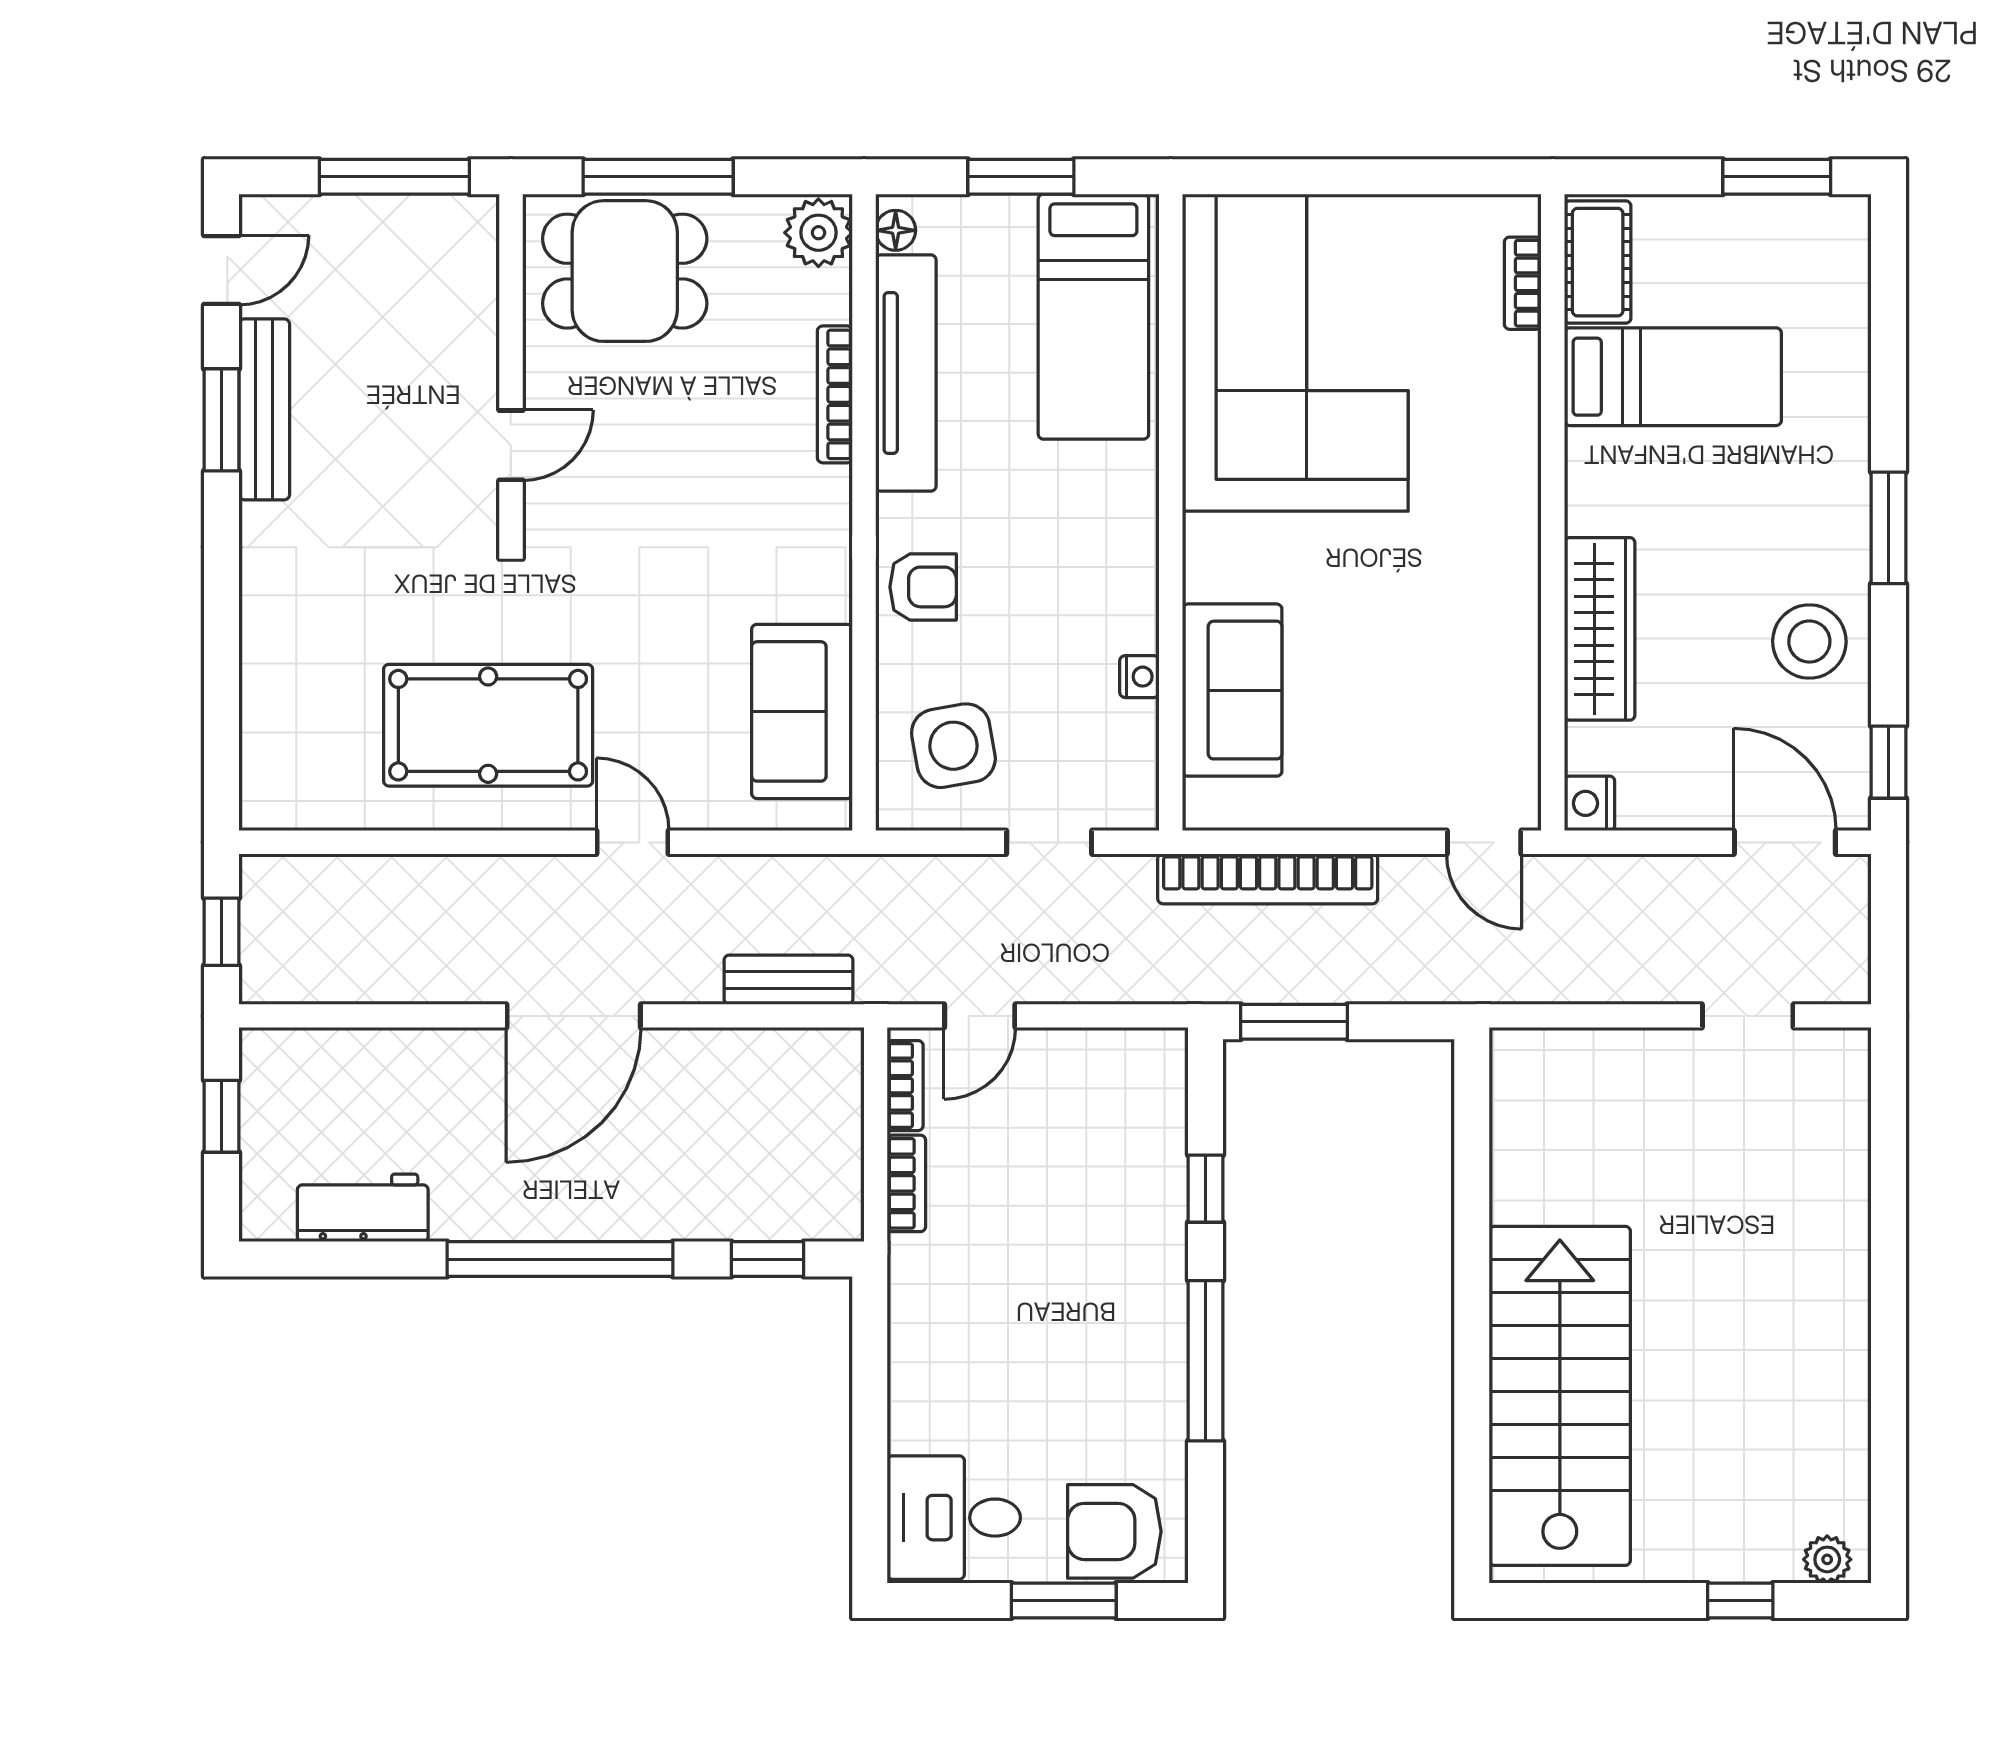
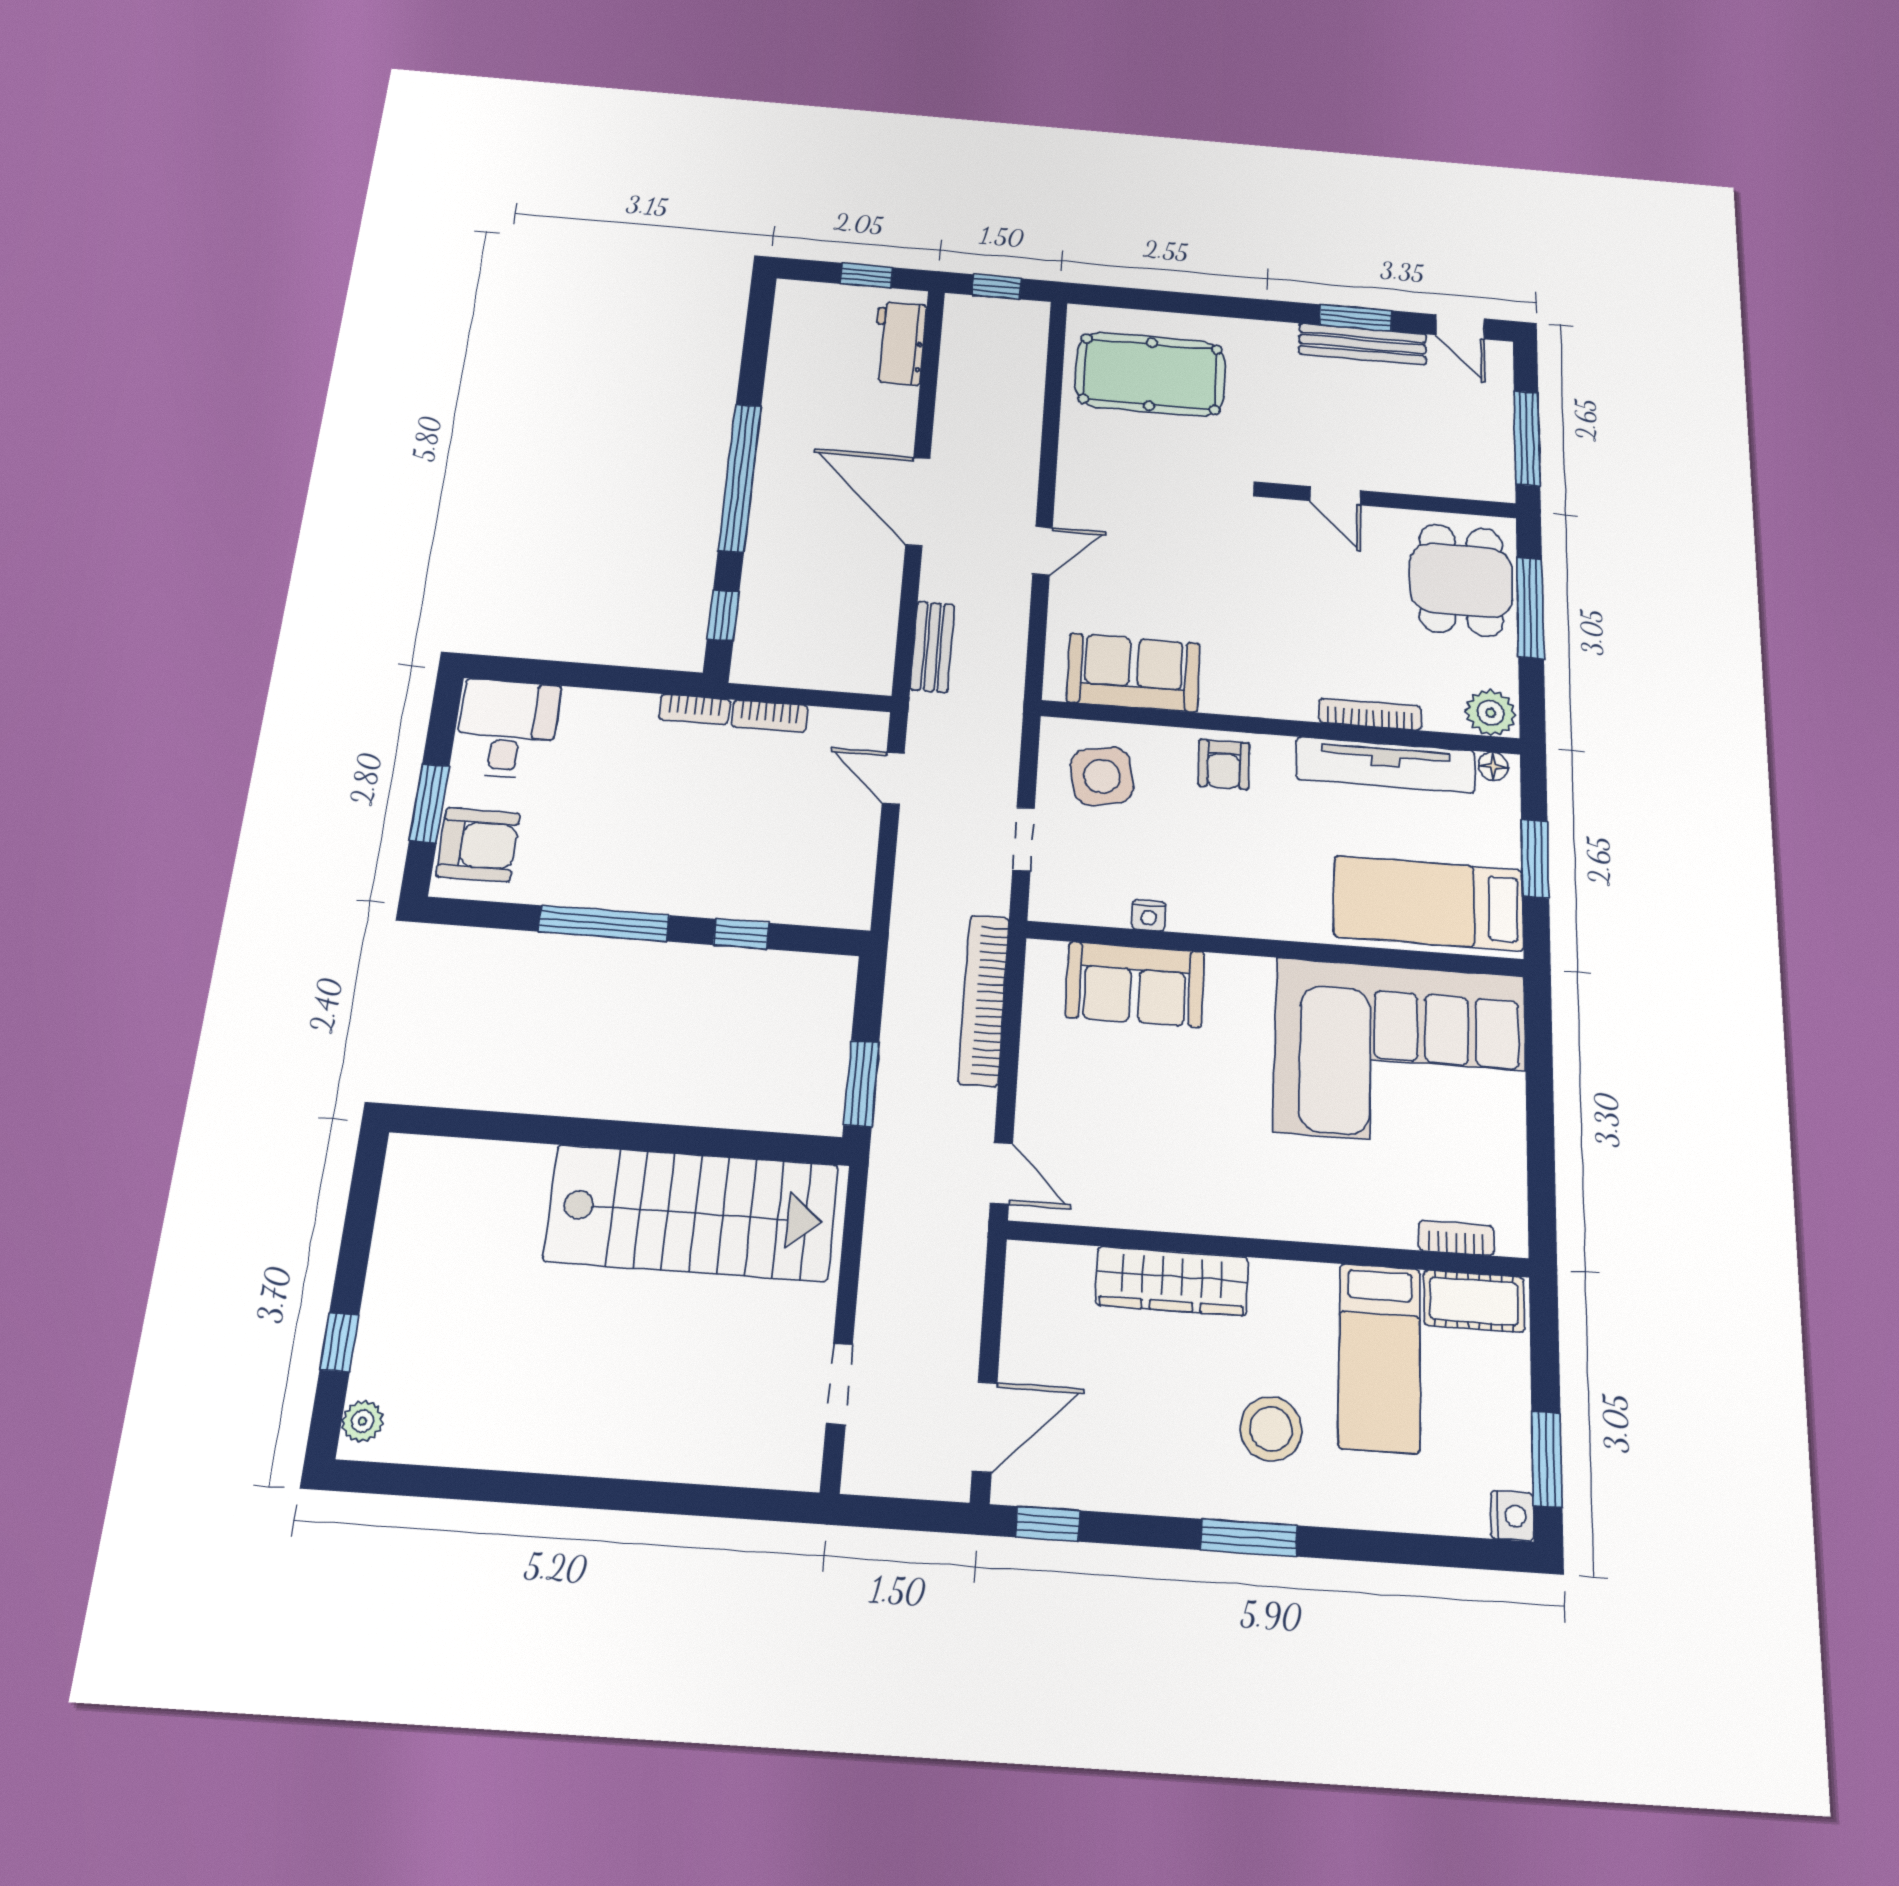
stool: (1809, 642) -> (1271, 1429), moved
pool table: (488, 725) -> (1150, 374), moved, turned 90
nightstand: (1590, 803) -> (1512, 1516), moved, turned 90
door: (1484, 842) -> (1001, 1173), swing flipped
window: (1294, 1022) -> (861, 1084), moved
bookcase: (905, 1086) -> (695, 709), moved
workbench: (363, 1208) -> (899, 343), moved, turned 180
stairs: (1560, 1396) -> (692, 1213), moved
armchair: (1114, 1531) -> (478, 845), turned 90

